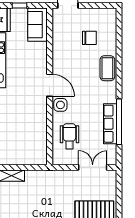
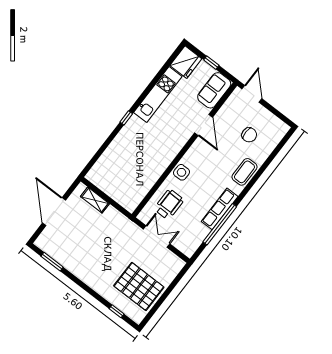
door: (50, 85) -> (204, 125), moved
row of seats: (110, 124) -> (220, 209), moved
double door: (93, 167) -> (157, 237), moved

